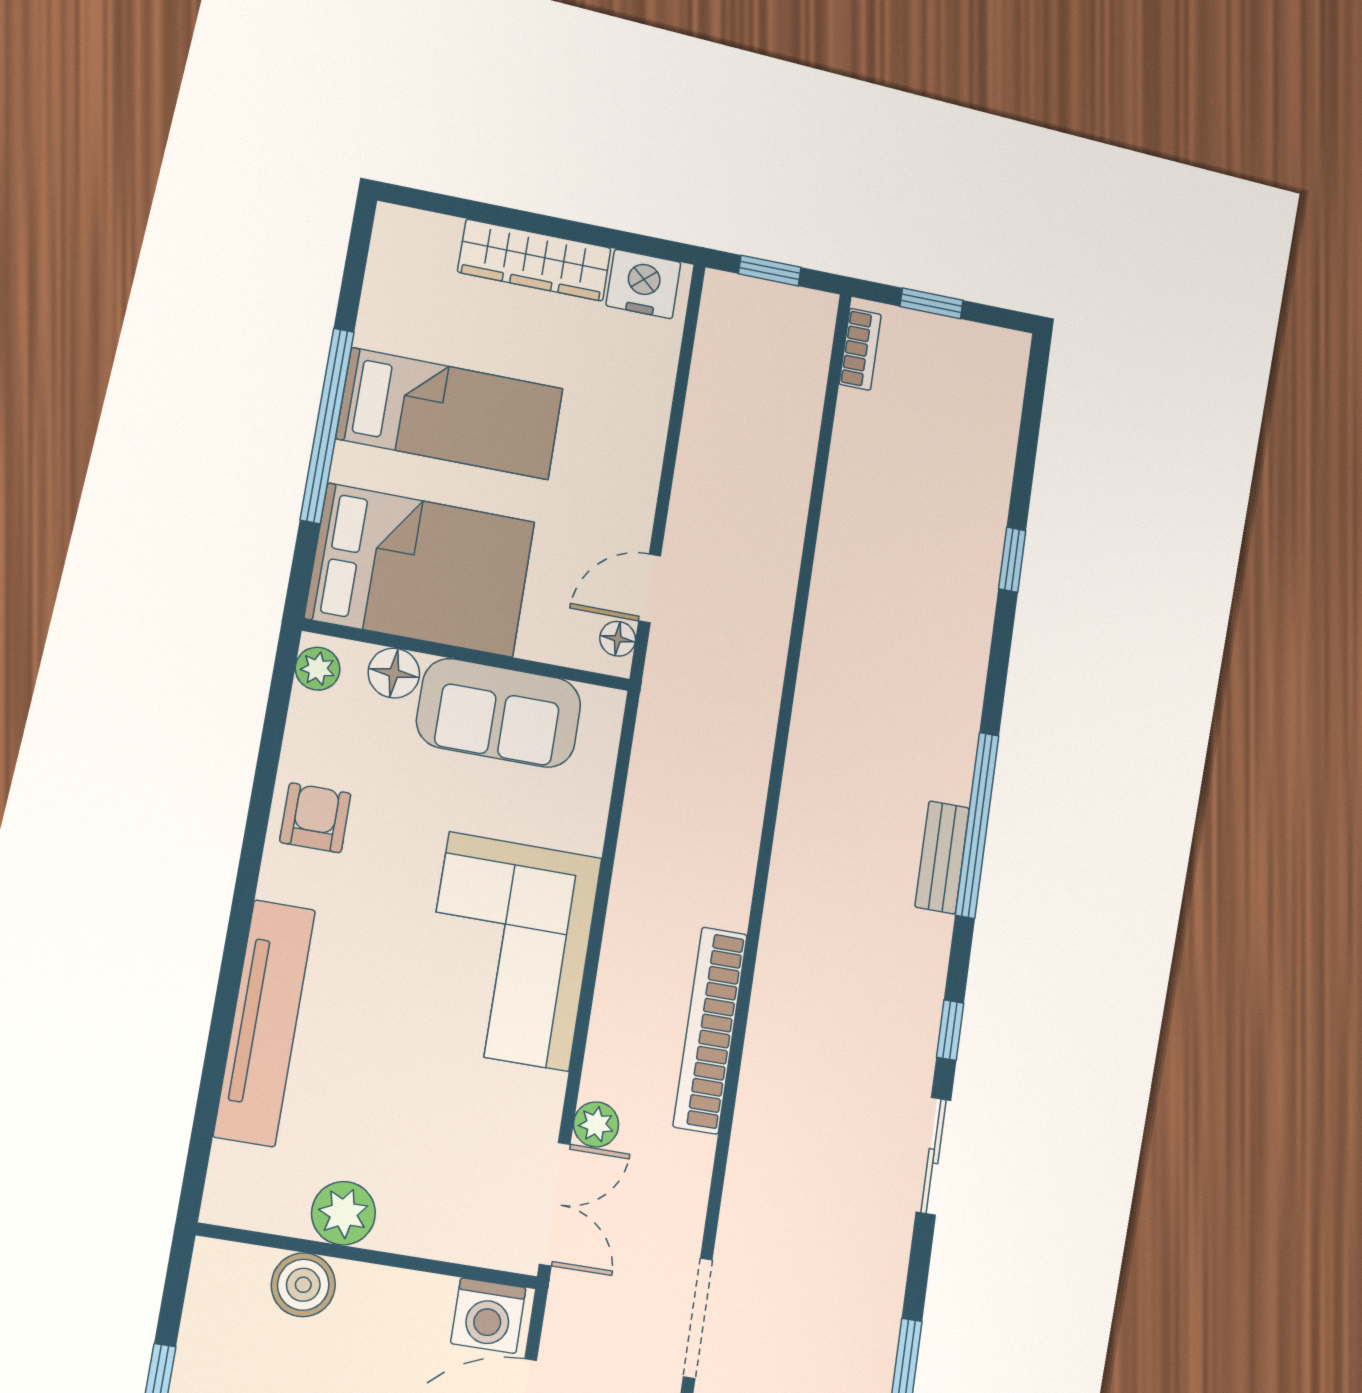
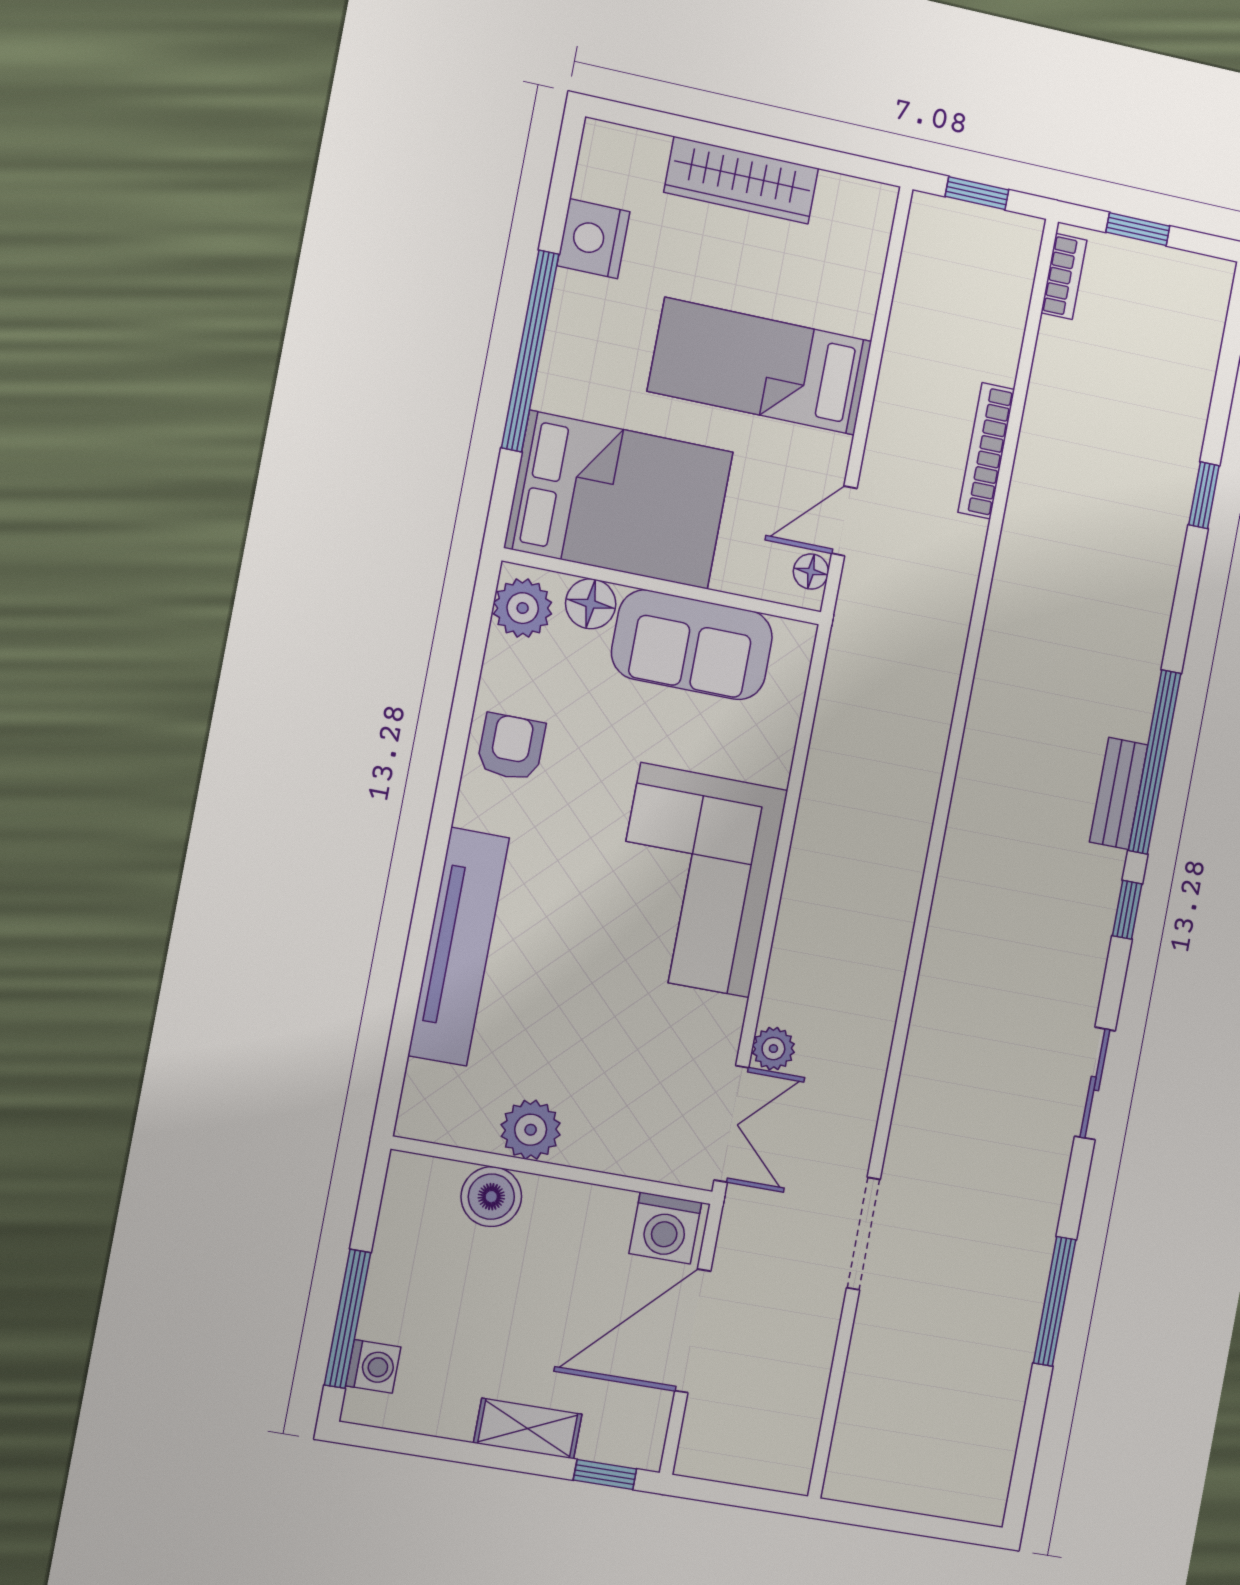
nightstand: (643, 284) -> (593, 239), moved, turned -90
bed: (450, 414) -> (760, 366), moved, turned 180
plant: (318, 669) -> (523, 608), width x1.38, depth x1.38
bookcase: (710, 1030) -> (986, 451), moved, width x0.68, depth x0.76
window: (950, 1030) -> (1127, 910), moved

